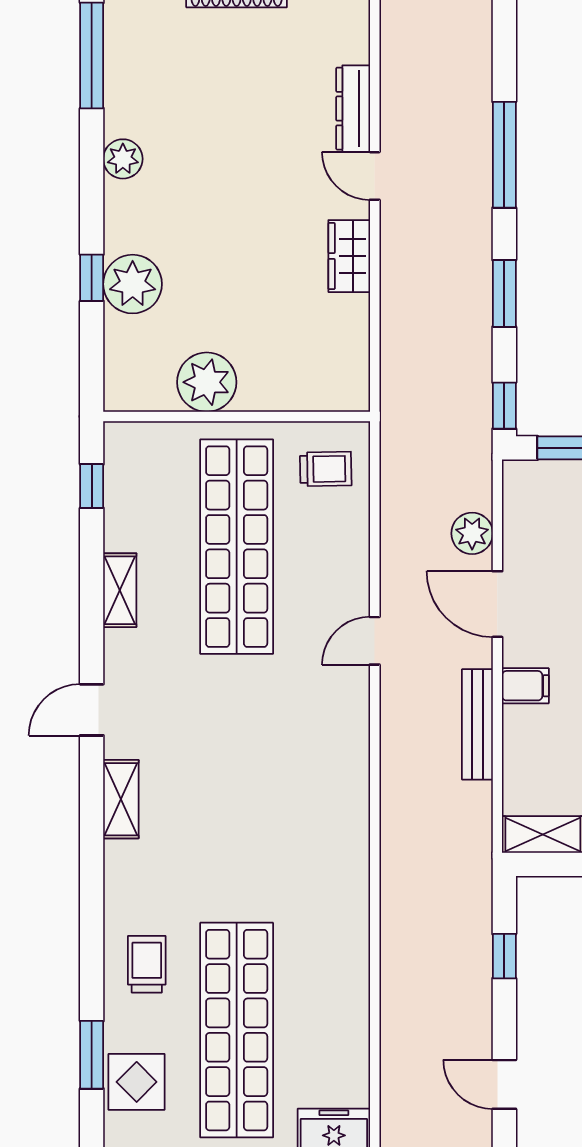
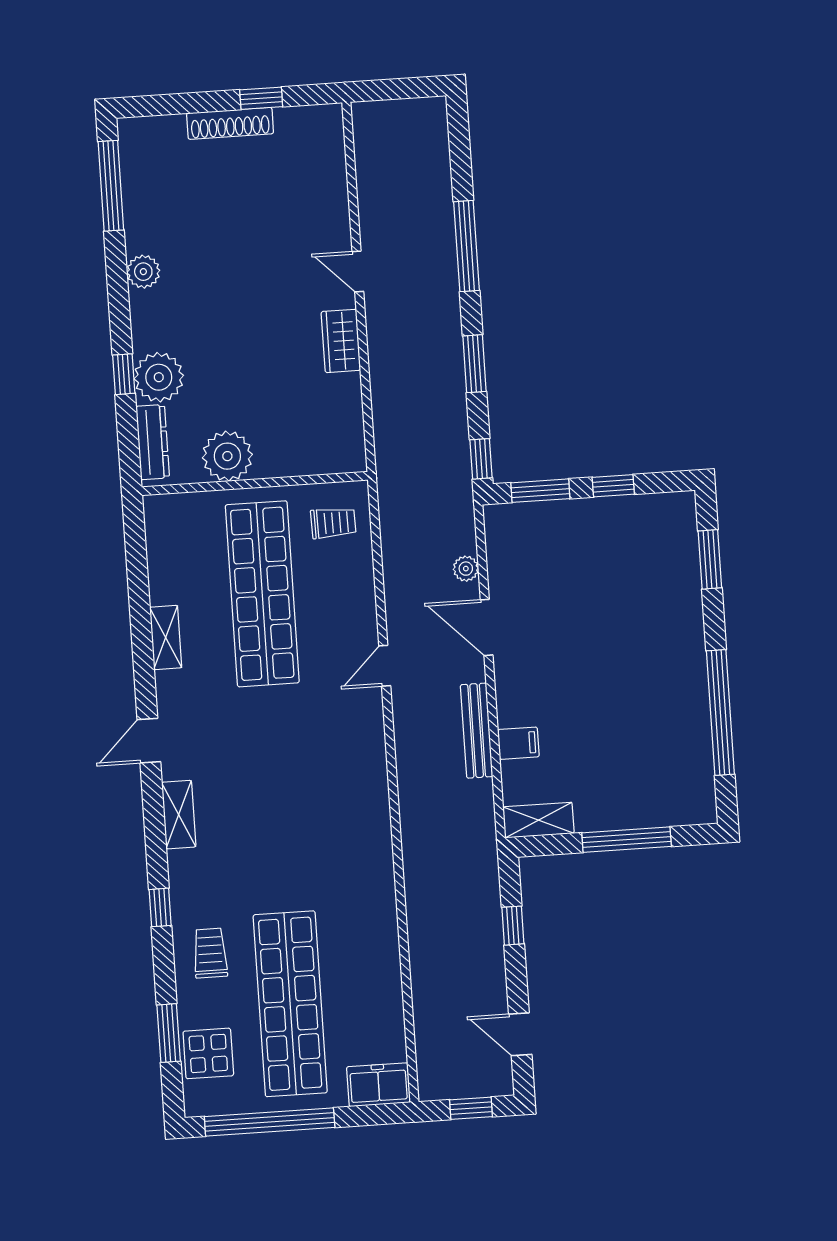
dresser: (353, 109) -> (153, 442), moved, turned 180
window: (92, 486) -> (160, 907), moved
plant: (472, 533) -> (466, 569), width x0.73, depth x0.73
filing cabinet: (525, 686) -> (518, 743), moved

